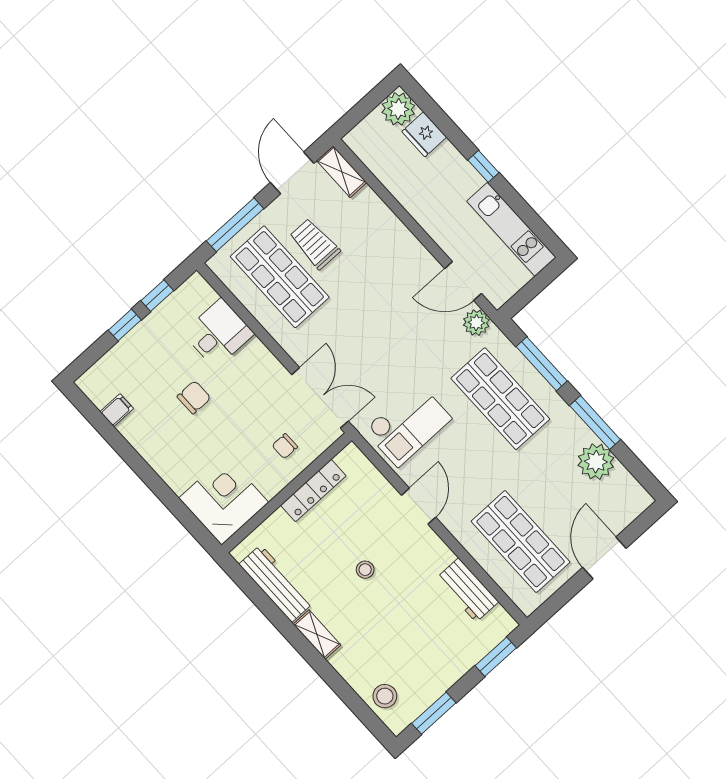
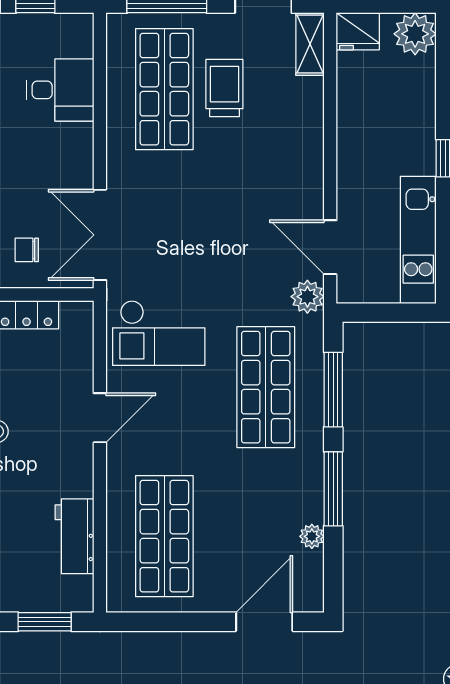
fridge: (424, 134) -> (358, 31), moved, turned -90
double door: (320, 398) -> (100, 235), swing flipped
plant: (596, 462) -> (312, 536), width x0.53, depth x0.53
door: (604, 558) -> (264, 622), moved

